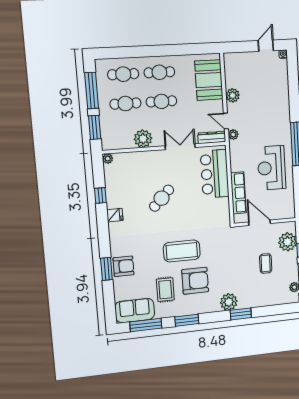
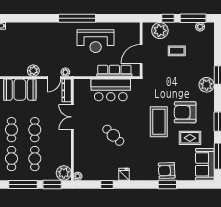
plant: (143, 139) -> (64, 173), moved
bar counter: (215, 174) -> (111, 90), moved
armchair: (123, 266) -> (167, 171), turned -93
armchair: (195, 281) -> (185, 112), turned -90

